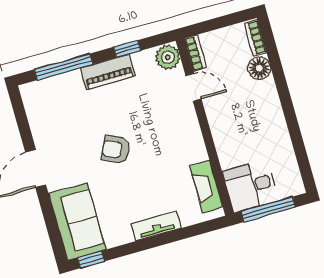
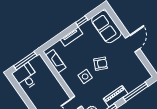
side table: (157, 134) -> (85, 77), added
desk: (250, 186) -> (26, 77), moved, turned -90
window: (91, 259) -> (82, 21), moved

